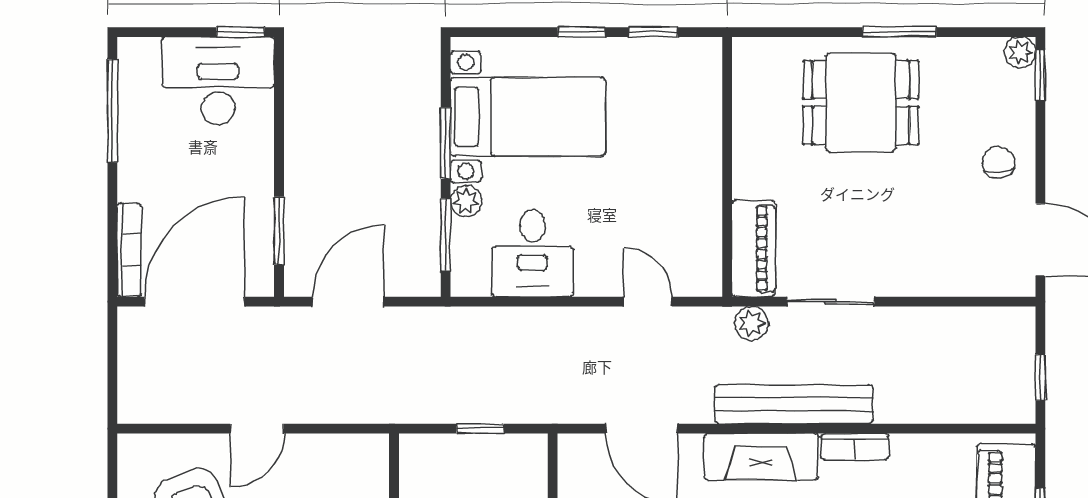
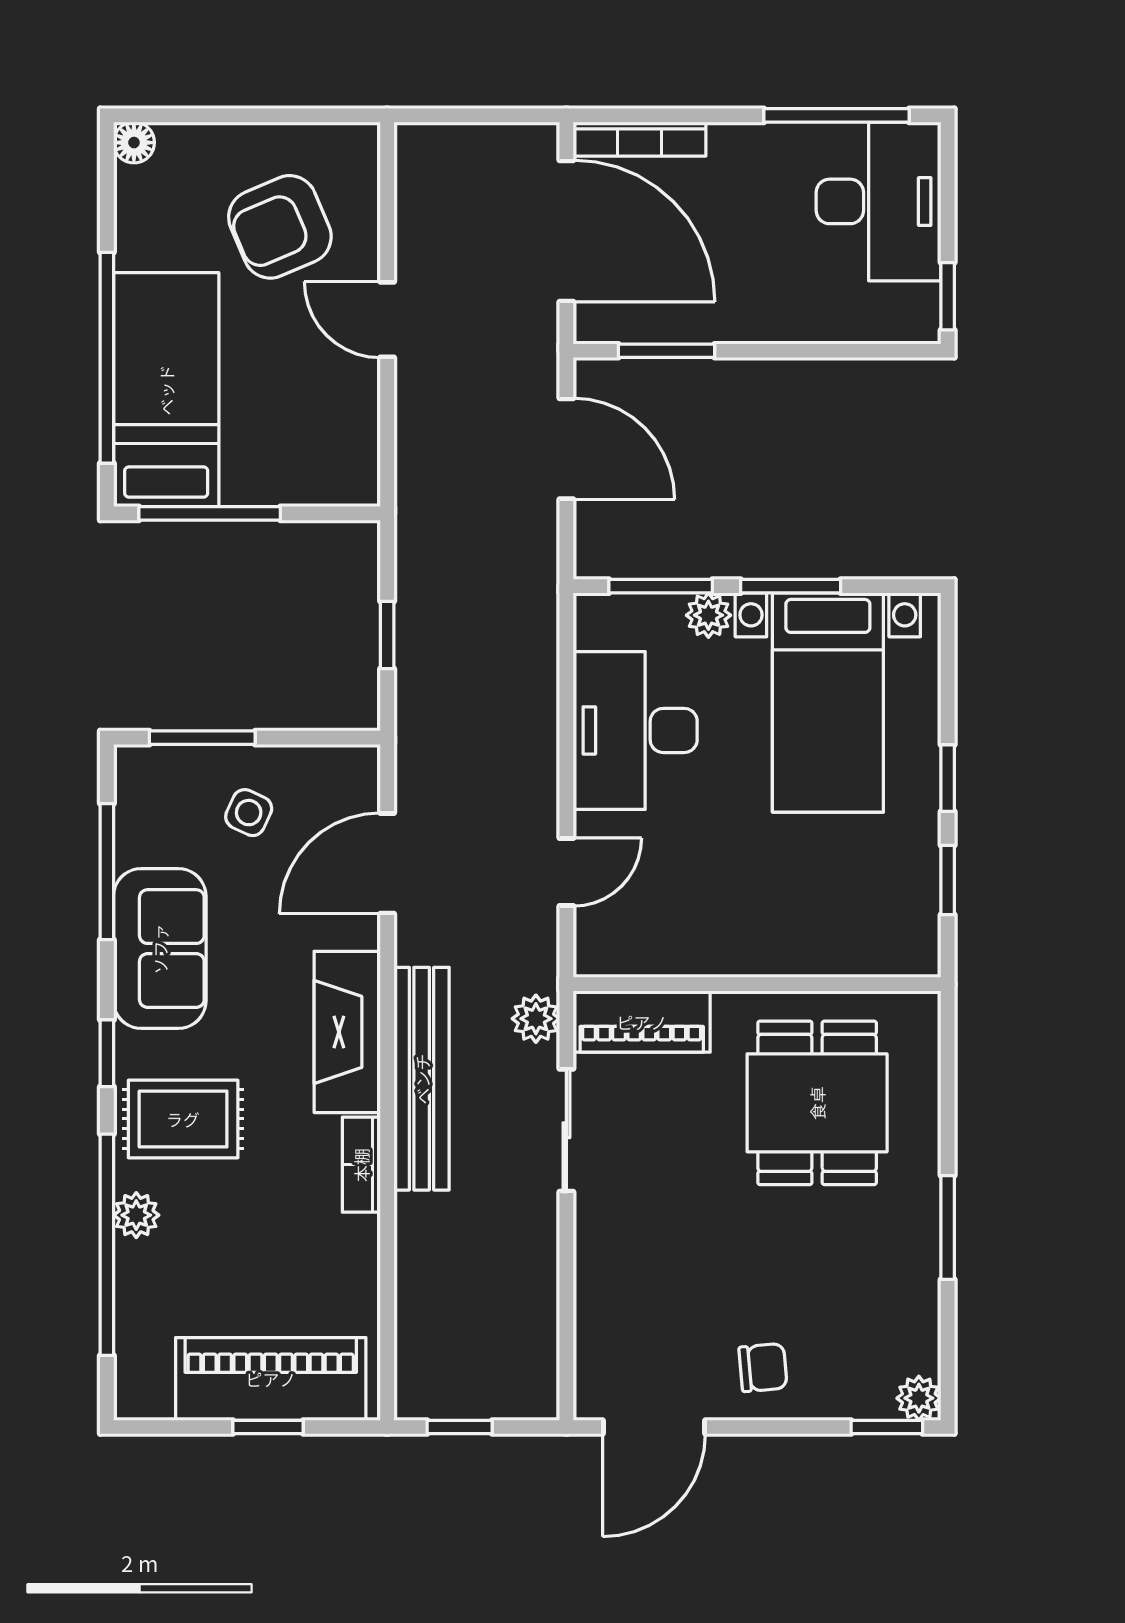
desk: (218, 81) -> (879, 201), moved
dining table: (861, 103) -> (817, 1103), moved
desk: (532, 253) -> (635, 730), width x1.37

